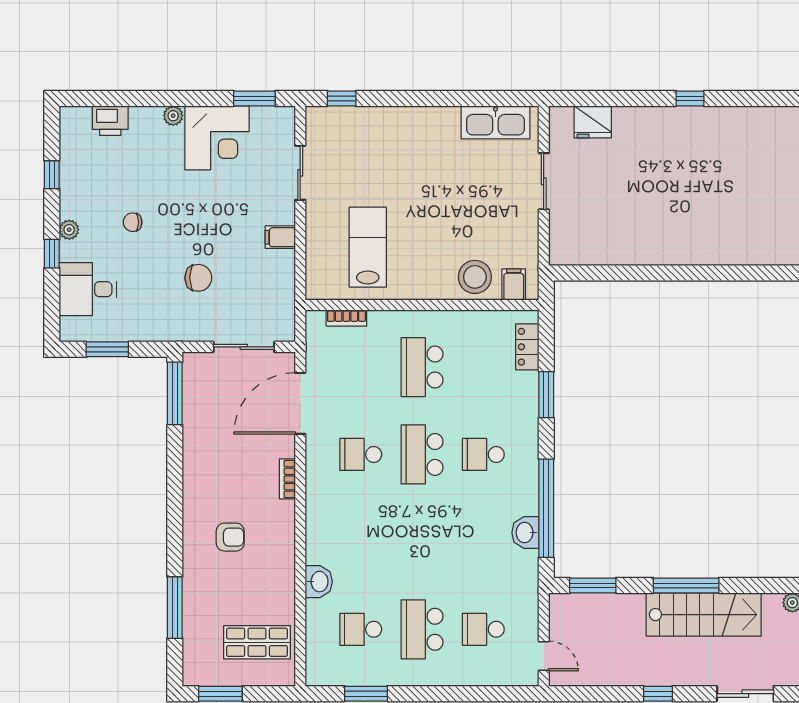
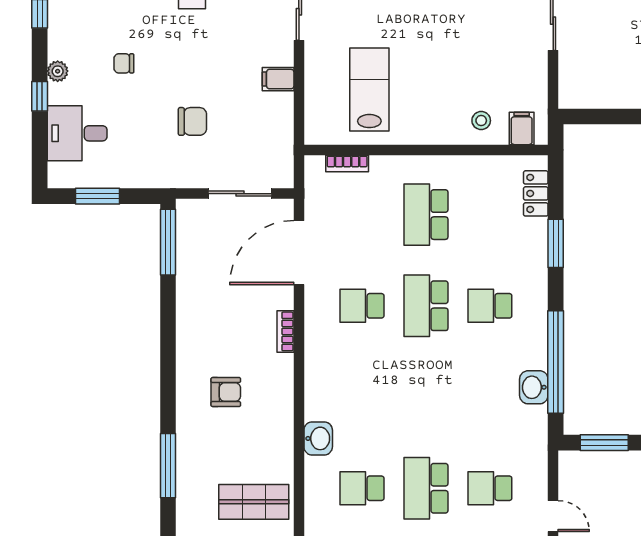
stool: (475, 277) -> (481, 121), width x0.53, depth x0.53

